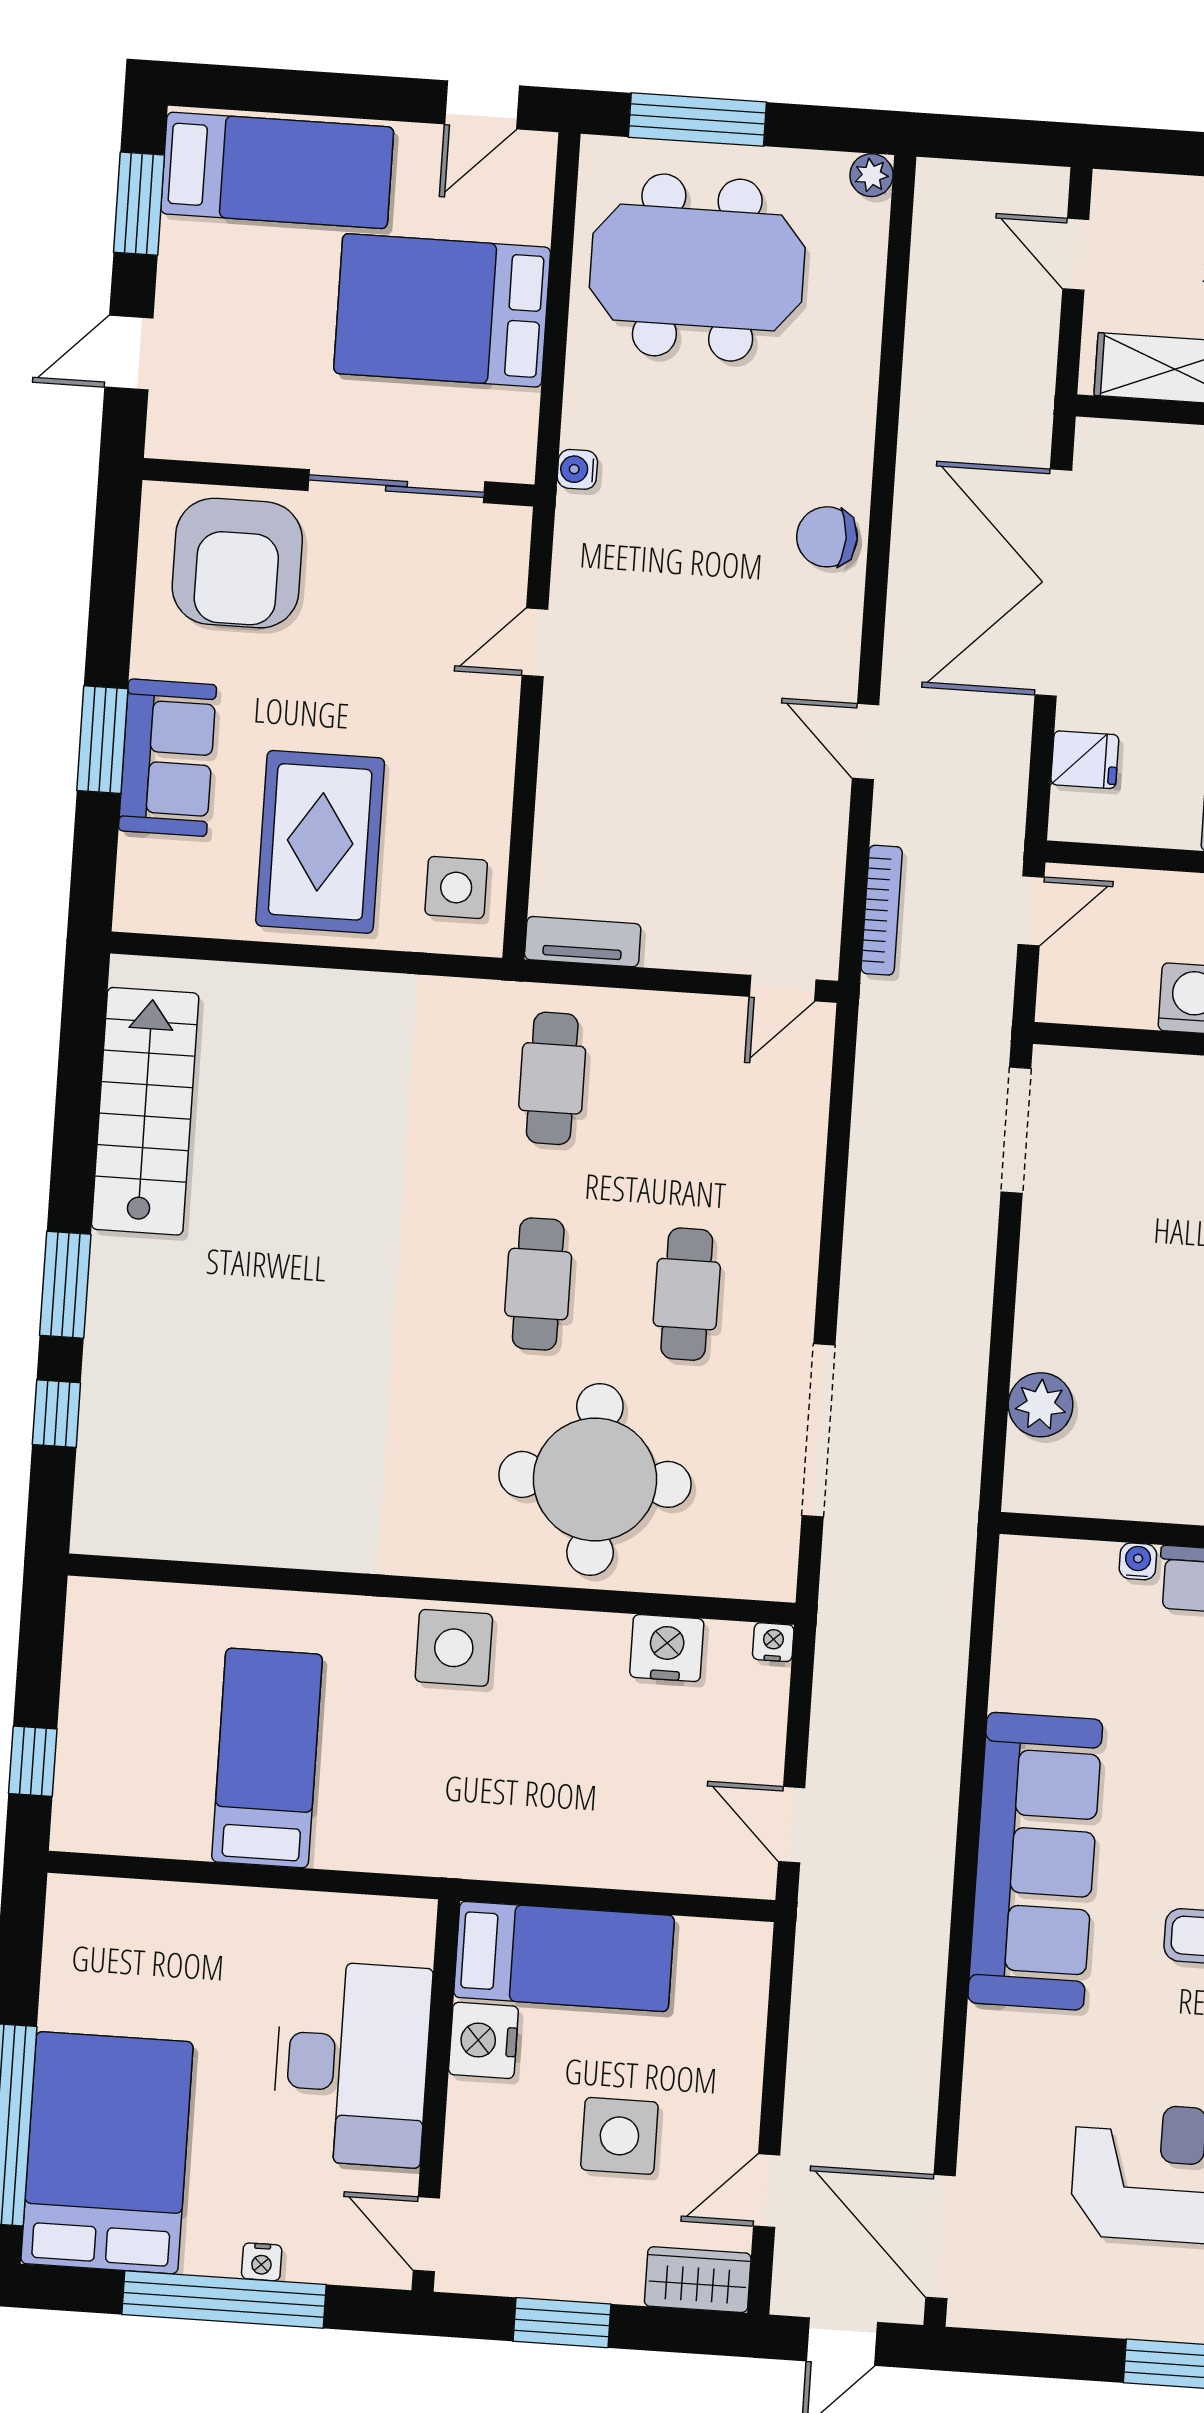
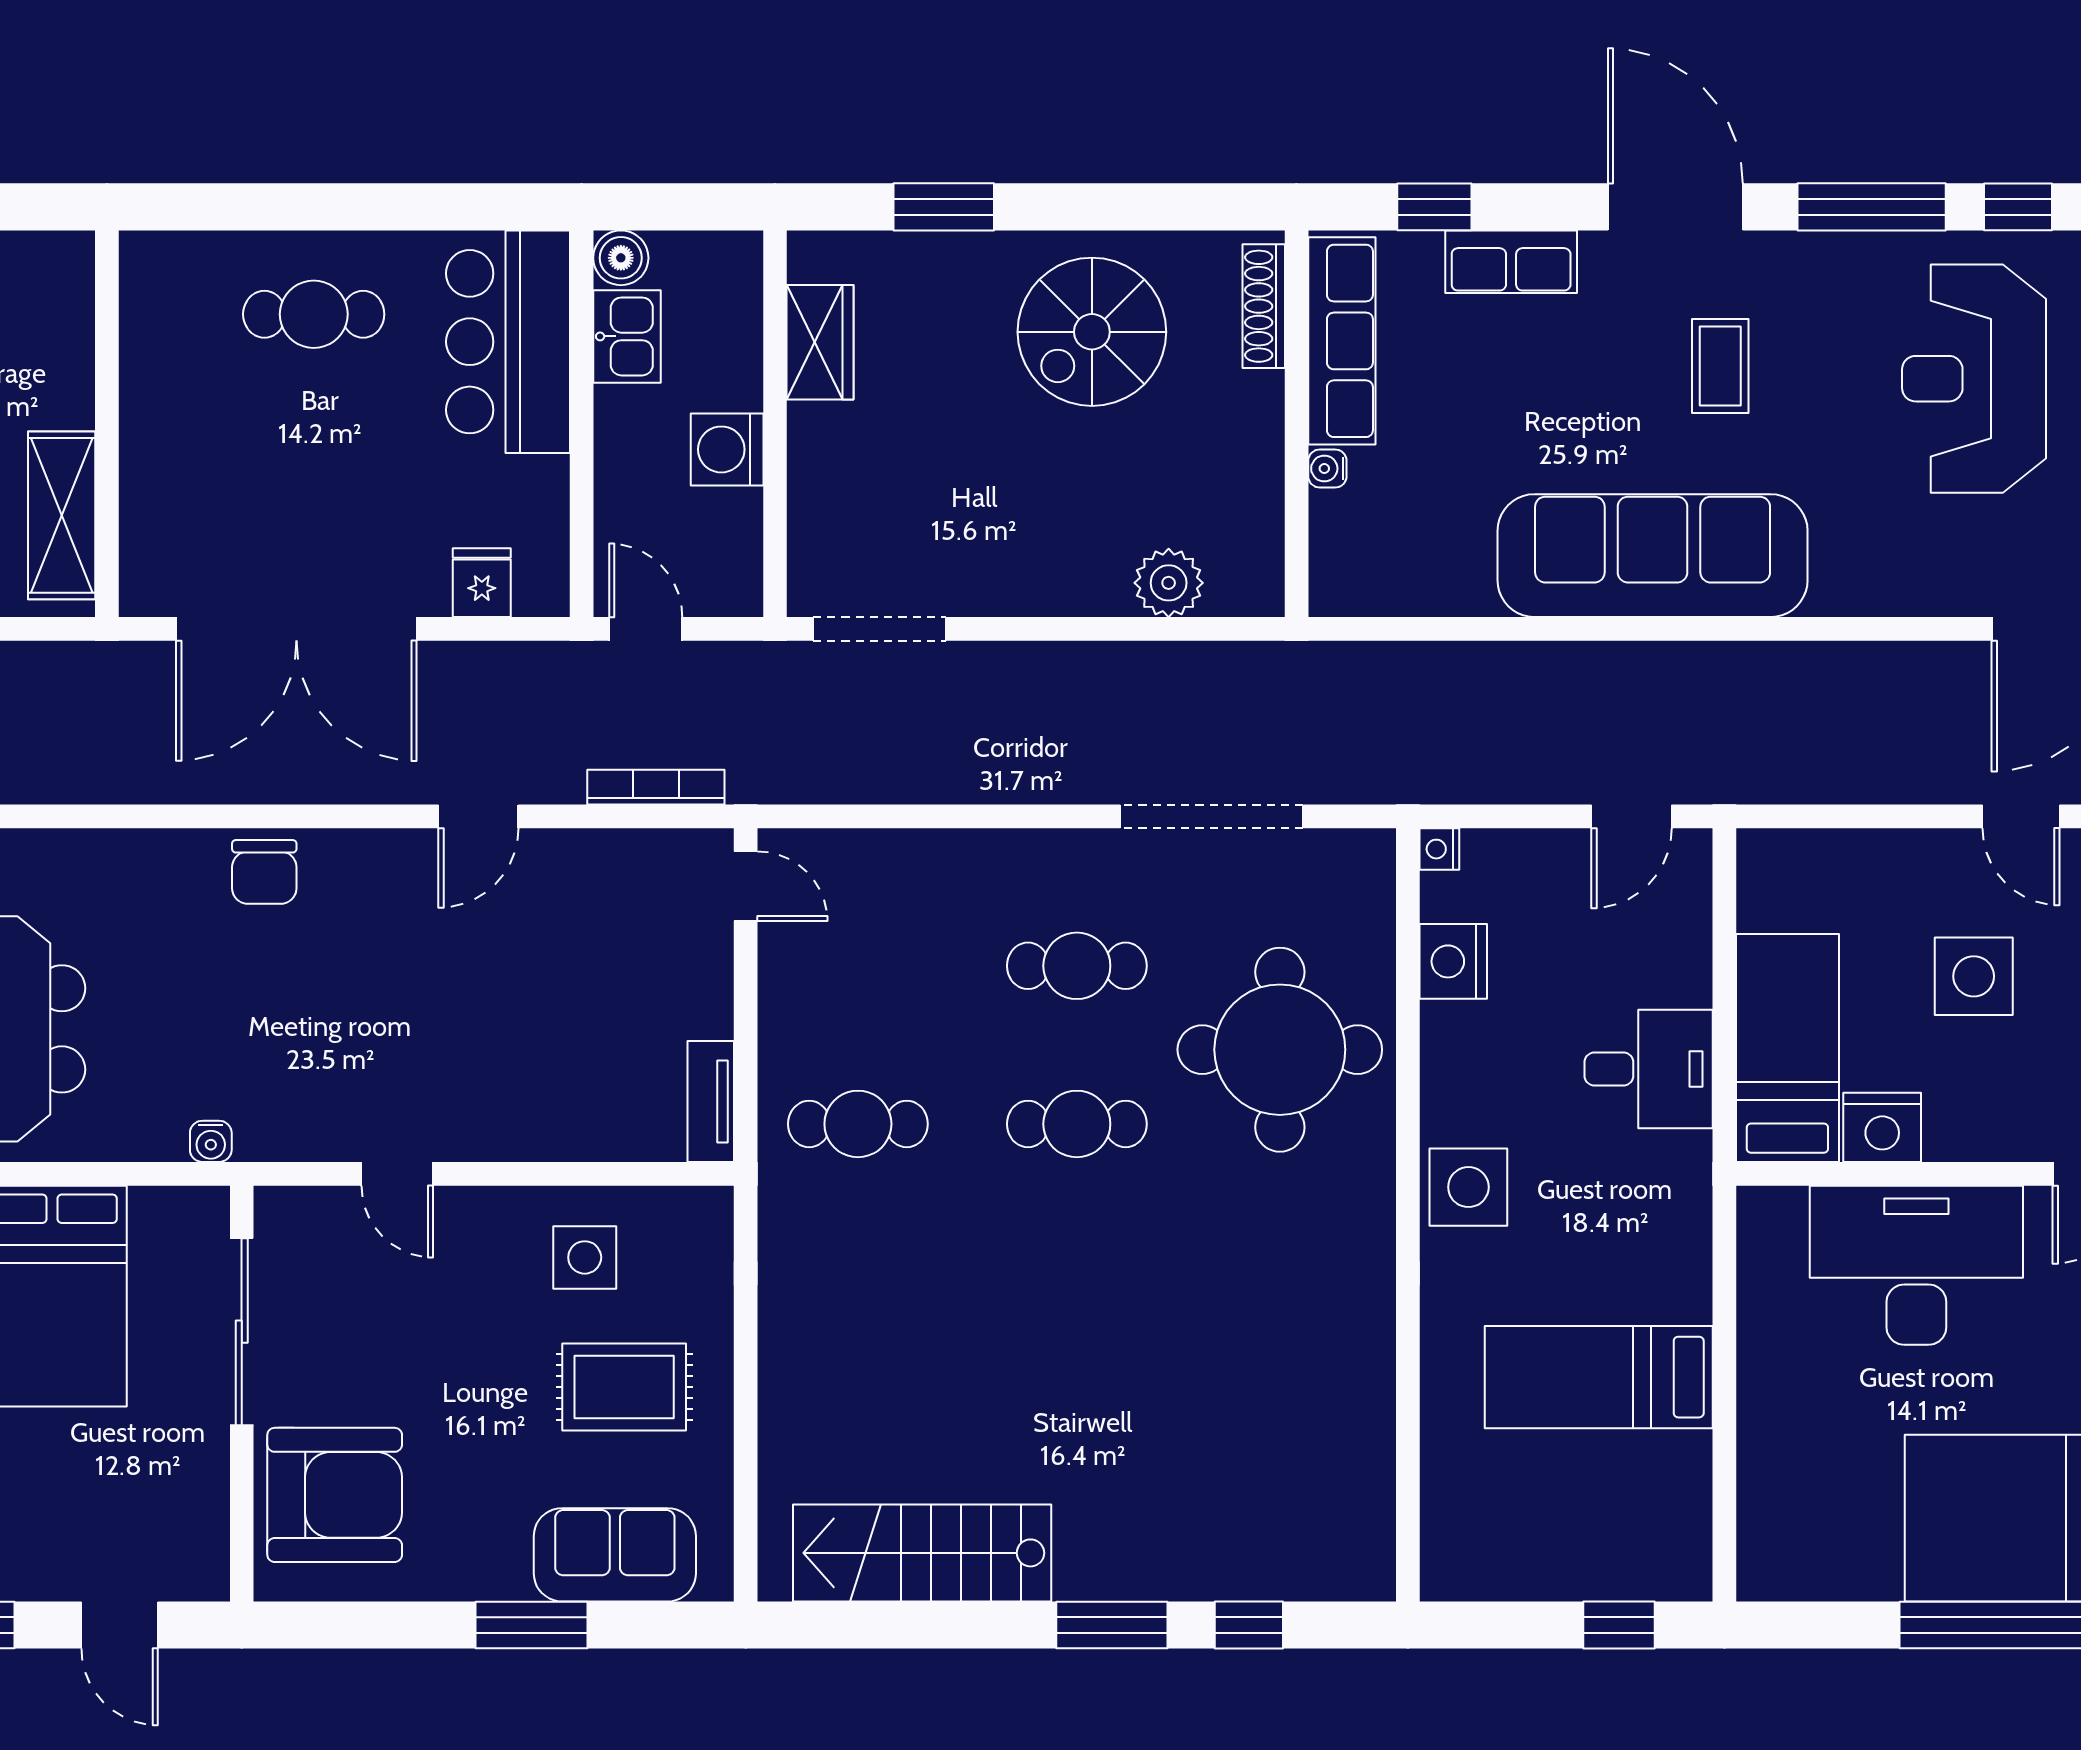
sofa: (167, 758) -> (615, 1555), moved
rug: (320, 842) -> (624, 1387), width x0.73, depth x0.70
side table: (456, 888) -> (585, 1257), moved
desk: (553, 1825) -> (1649, 1069), added

